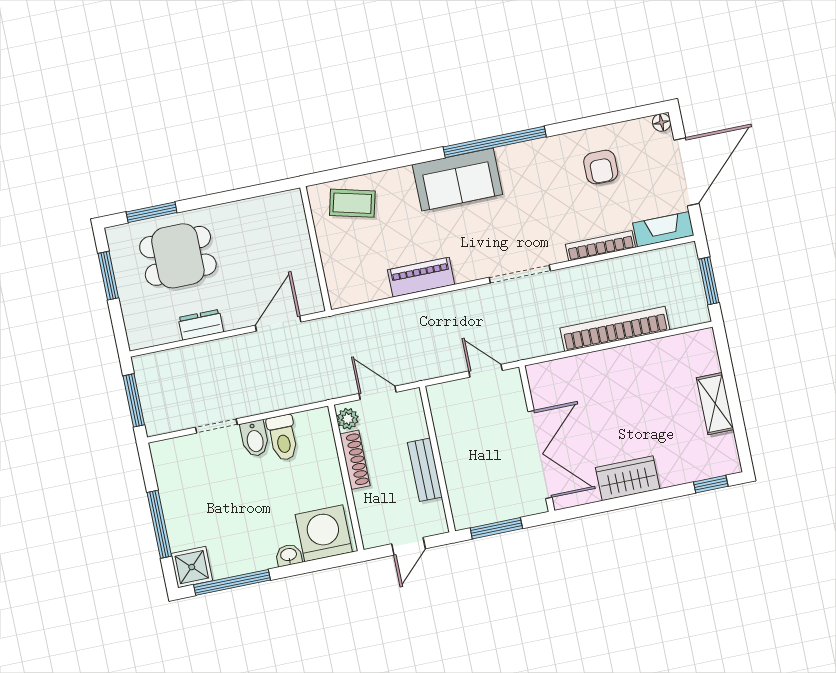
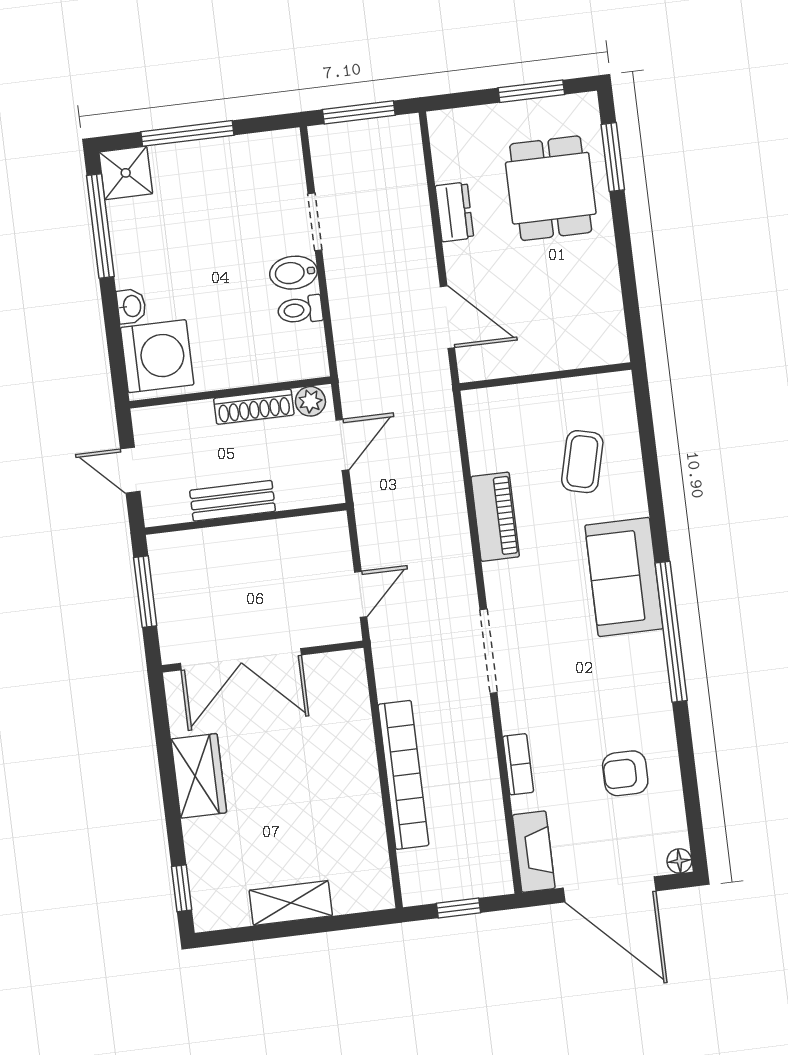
coffee table: (352, 203) -> (582, 462), moved
bookcase: (600, 246) -> (518, 764), width x0.64
window: (709, 281) -> (458, 908), width x0.67
toilet: (283, 438) -> (300, 310), width x0.73, depth x0.72

